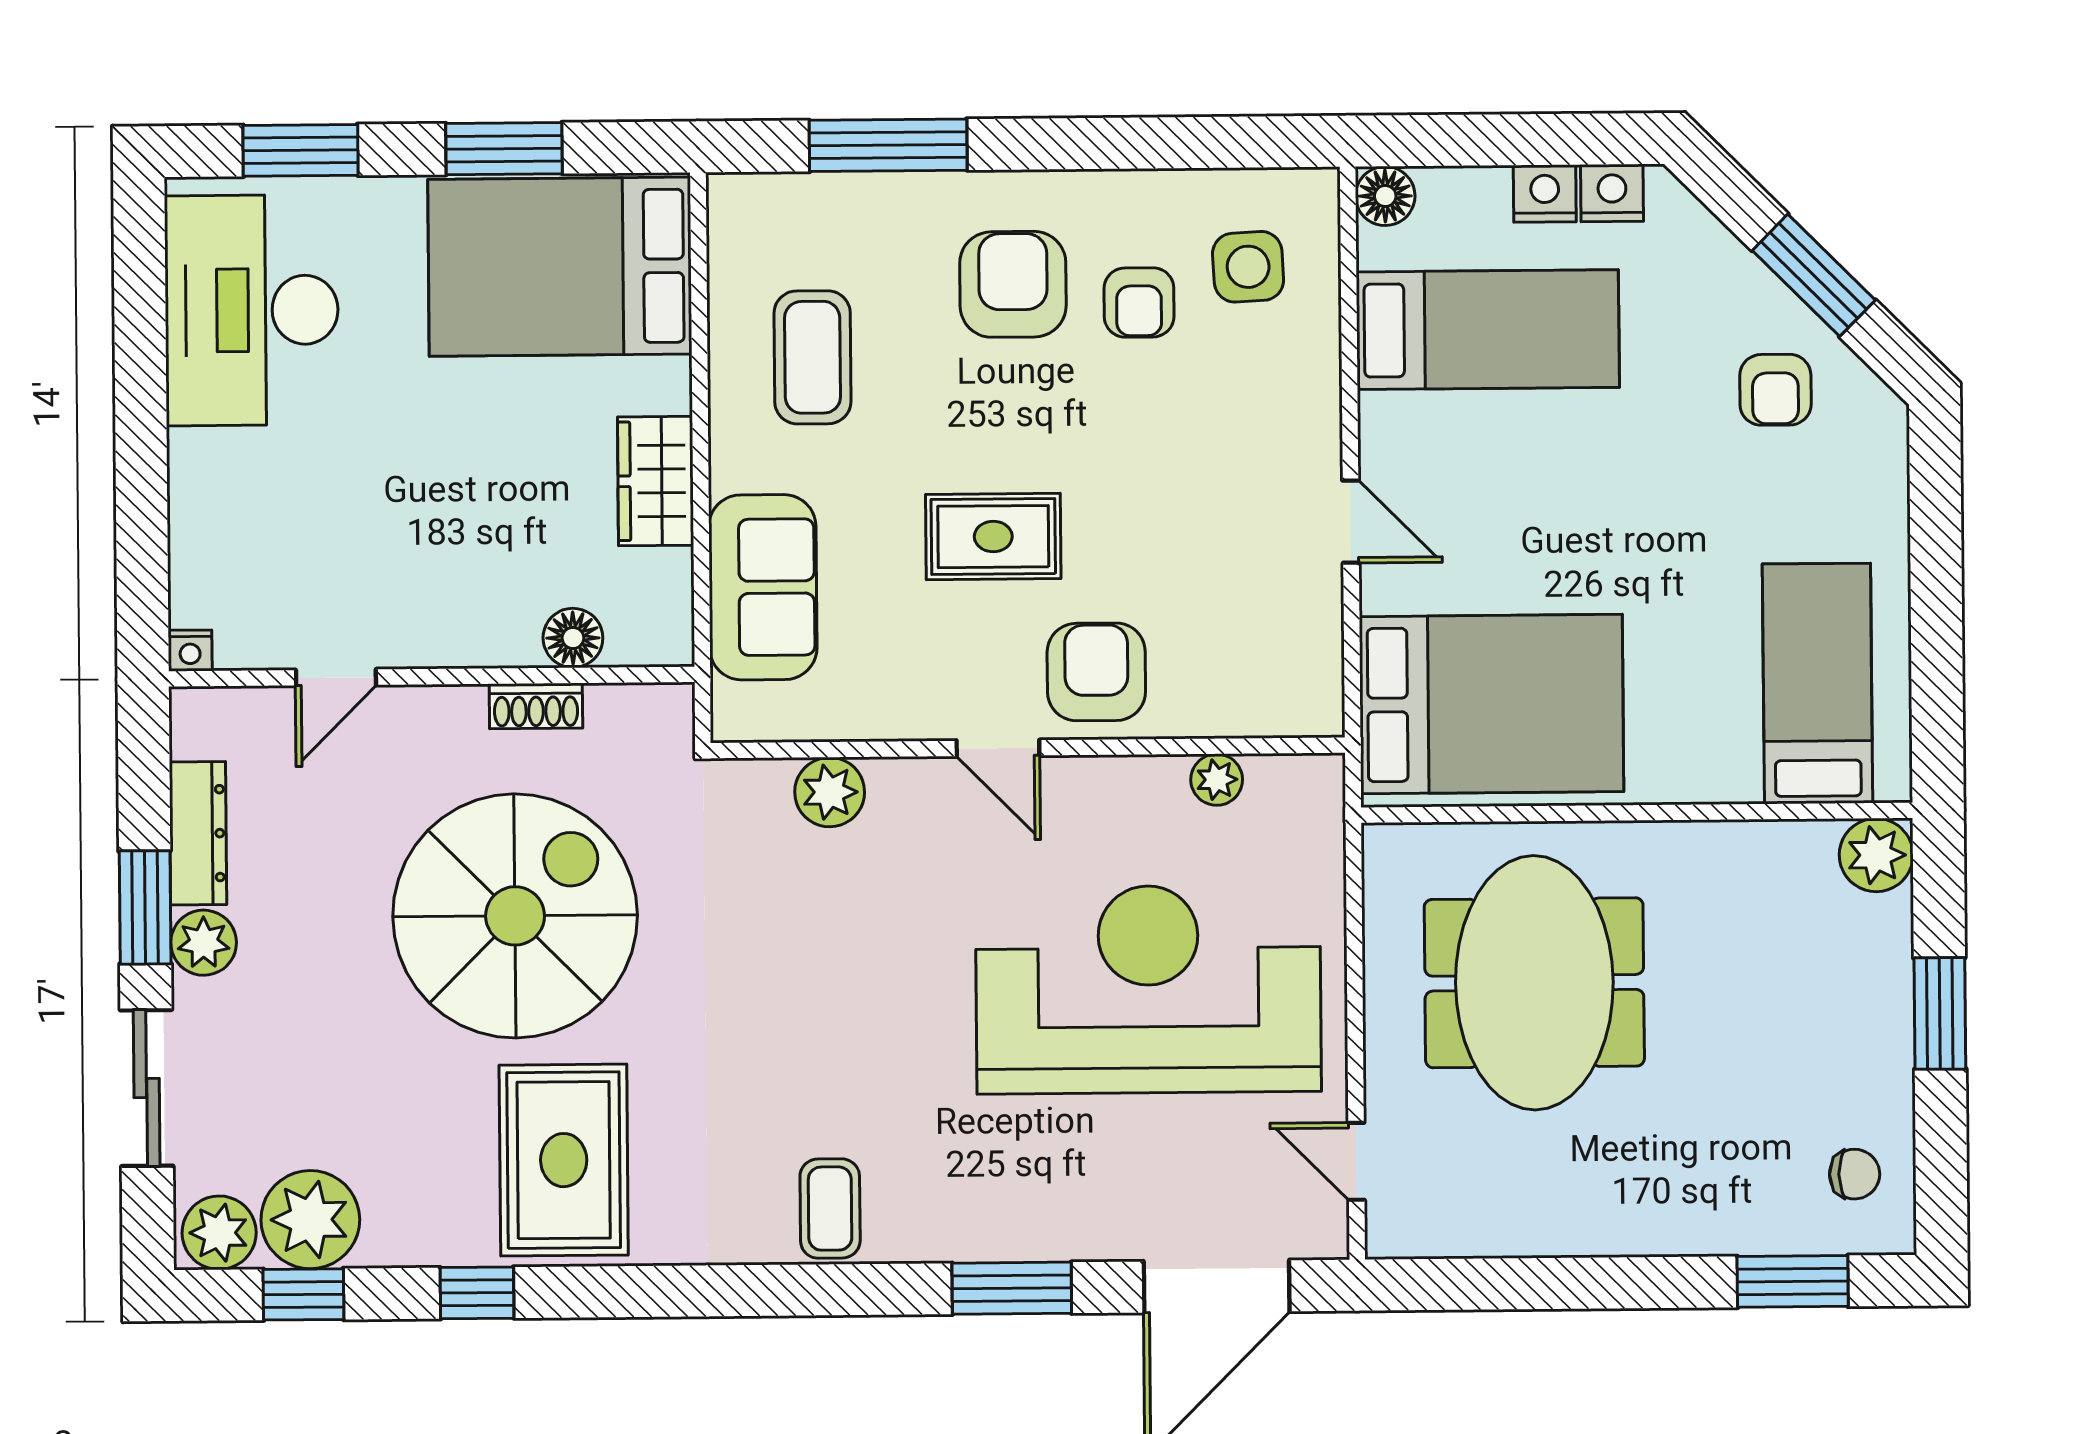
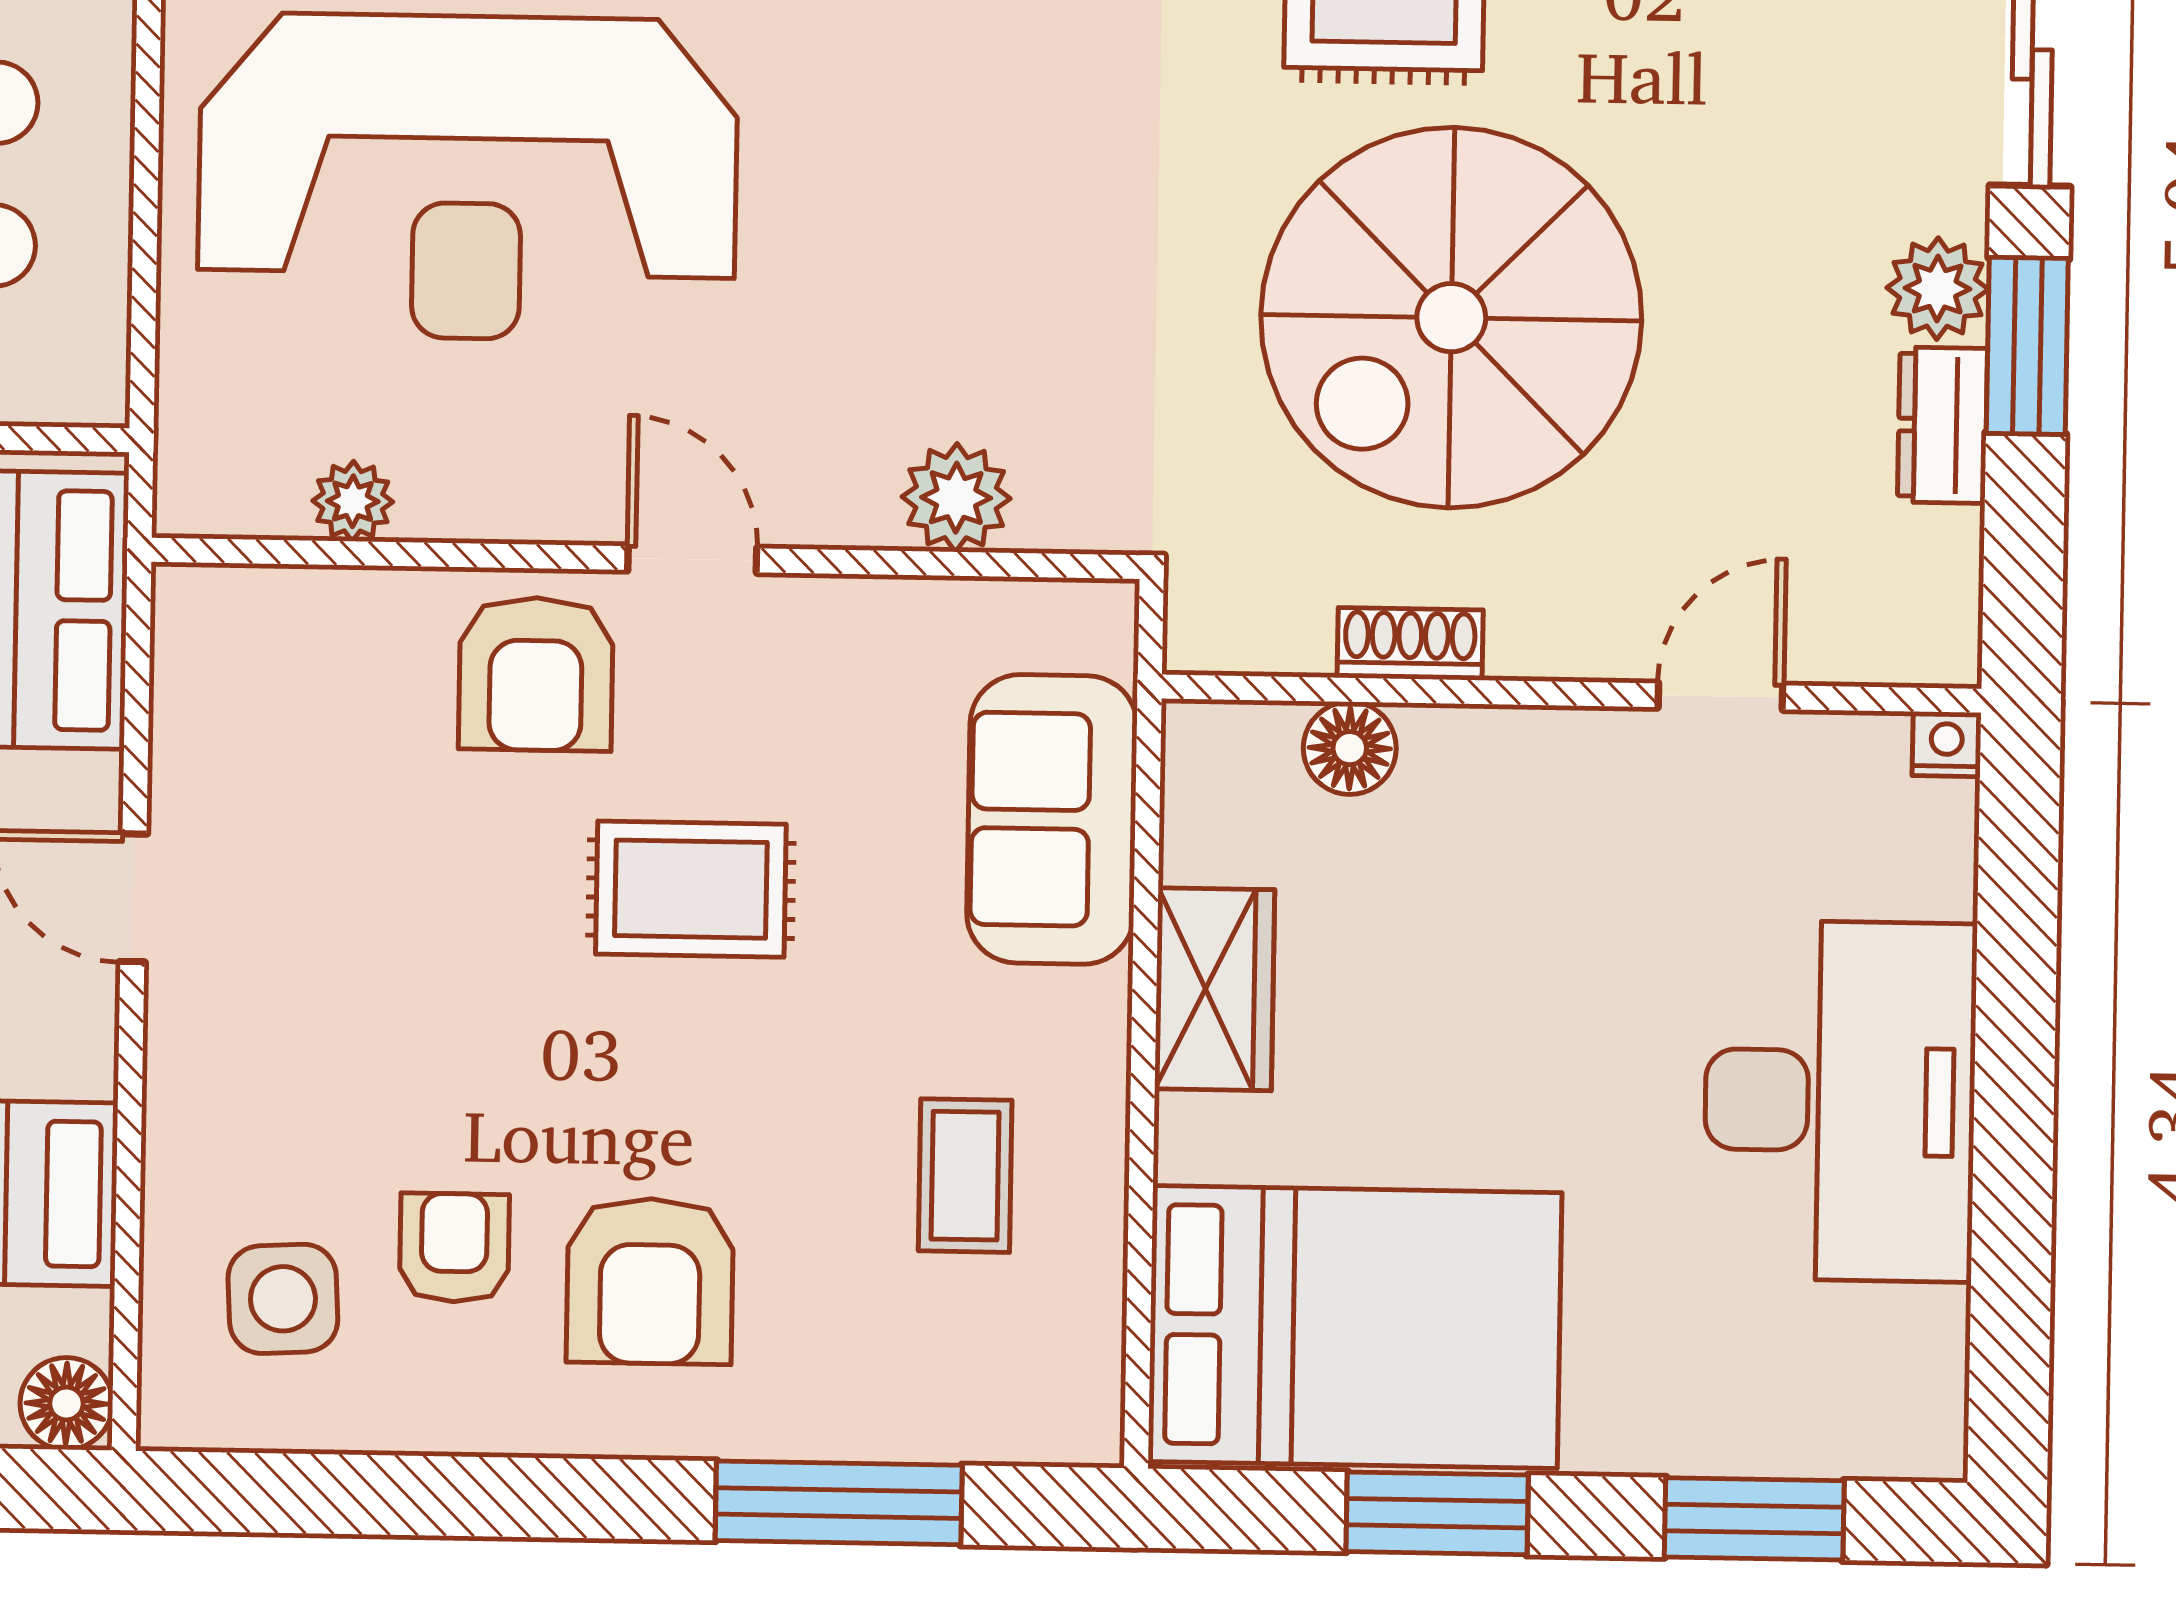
desk: (252, 310) -> (1840, 1101), moved
coffee table: (813, 357) -> (965, 1176), width x0.73, depth x0.77
dresser: (198, 833) -> (1942, 425), width x0.70

